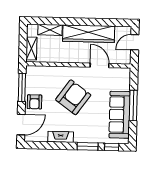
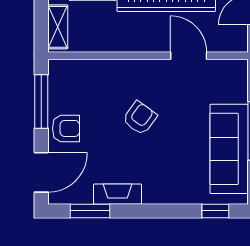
armchair: (73, 97) -> (140, 118), width x0.53, depth x0.53
armchair: (34, 102) -> (66, 128), turned -90
window: (88, 146) -> (90, 211), moved

